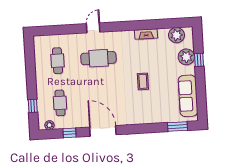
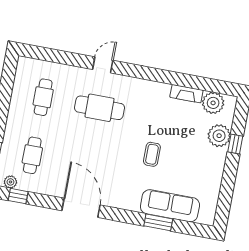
fireplace: (146, 34) -> (186, 94), moved
sofa: (188, 96) -> (170, 206), moved, turned 90
window: (177, 126) -> (158, 222), moved
window: (70, 133) -> (18, 196), moved

